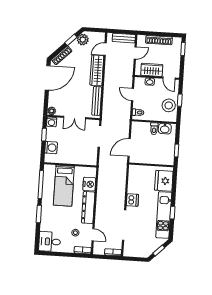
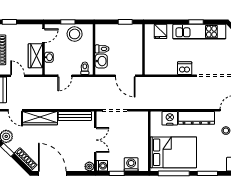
washbasin: (165, 129) -> (101, 61), moved
fridge: (164, 181) -> (161, 31), width x0.53, depth x0.75
bed: (64, 186) -> (173, 152), width x1.50

